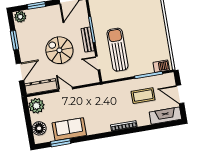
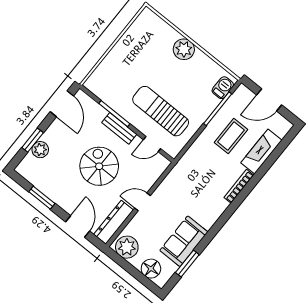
plant: (20, 17) -> (40, 150), moved
plant: (159, 28) -> (184, 49), added
spiral stairs: (59, 50) -> (99, 166), turned 90
fireplace: (165, 116) -> (261, 152), moved

